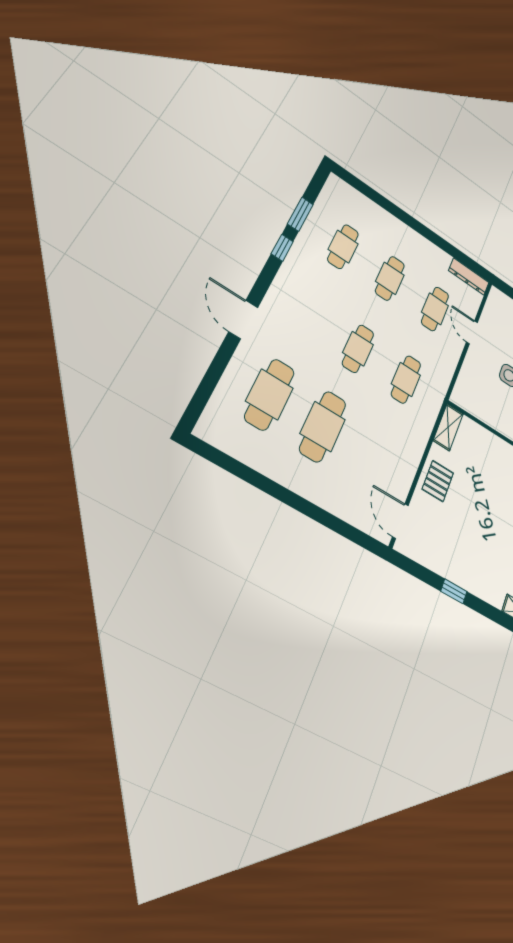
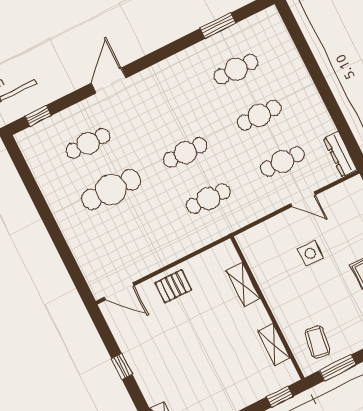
window: (282, 248) -> (38, 116), moved
door: (472, 332) -> (303, 199), swing flipped
cafe table: (270, 394) -> (88, 143), width x0.73, depth x0.74
shelving: (448, 427) -> (243, 285), moved, turned 90
door: (400, 521) -> (119, 291), swing flipped

